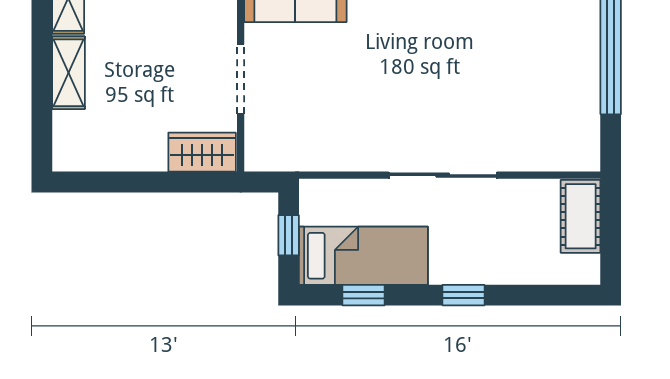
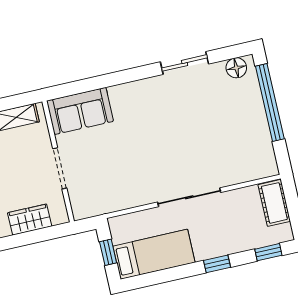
wardrobe: (202, 152) -> (30, 220), moved
window: (363, 295) -> (268, 252), moved

